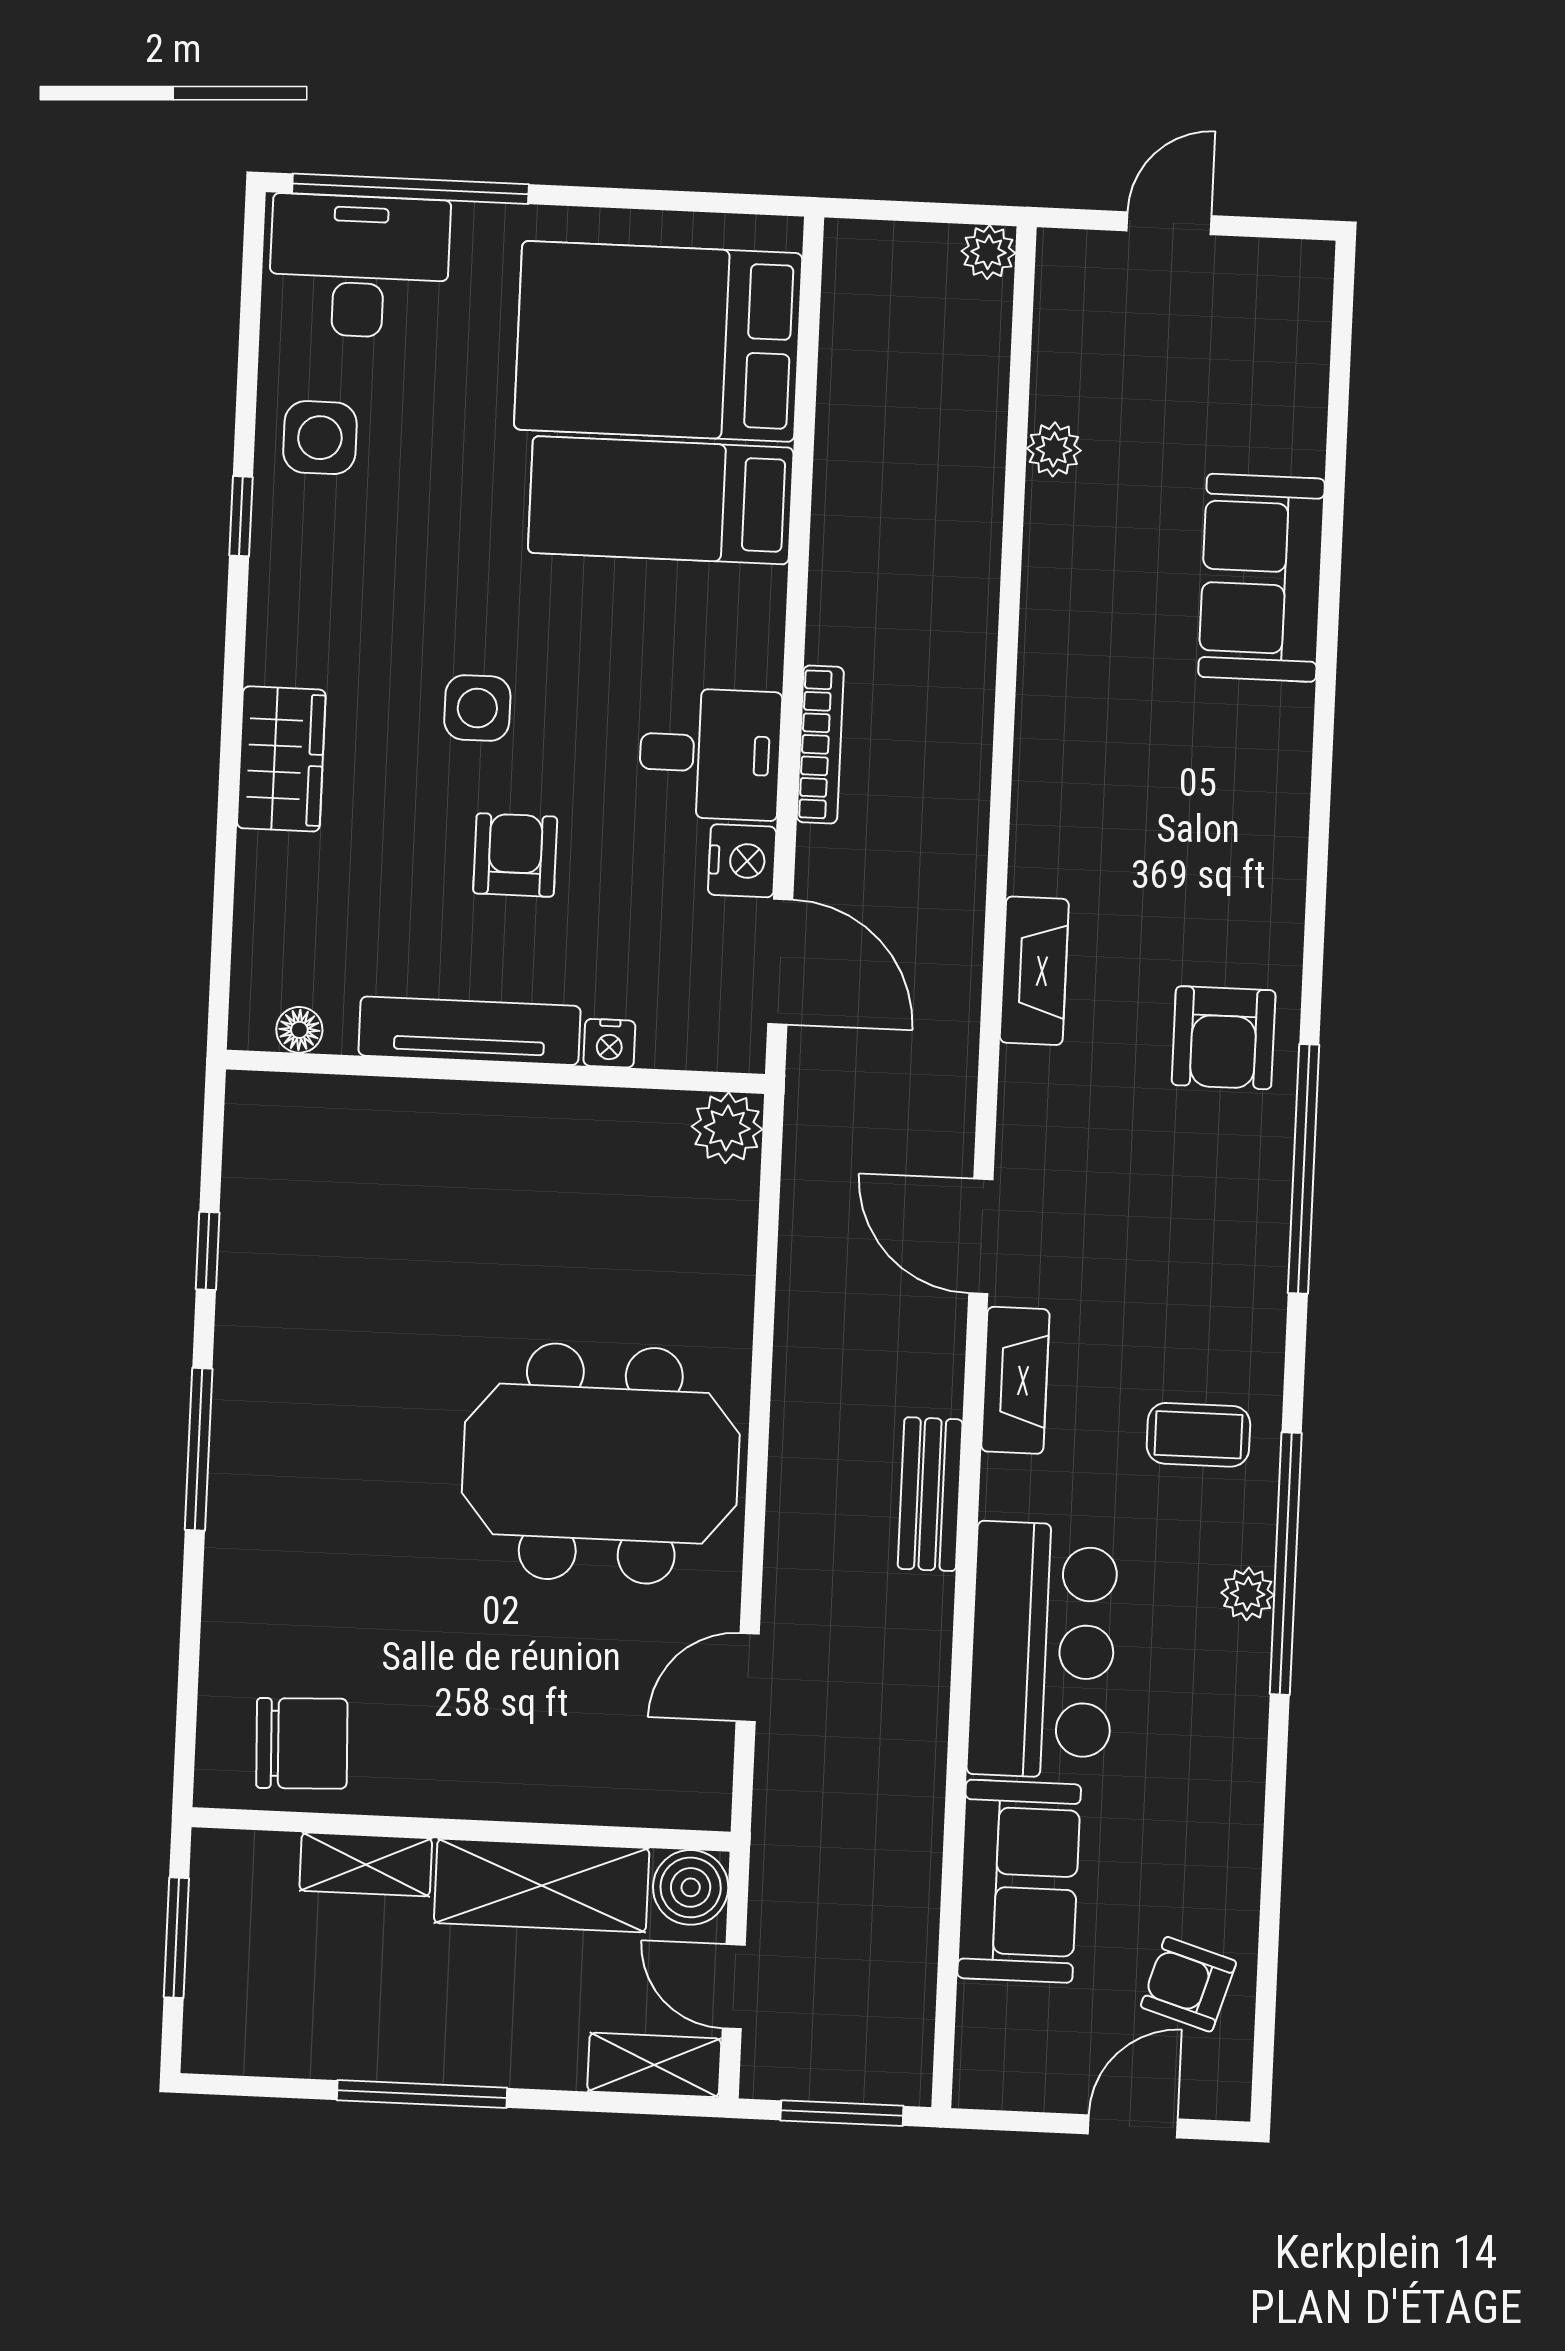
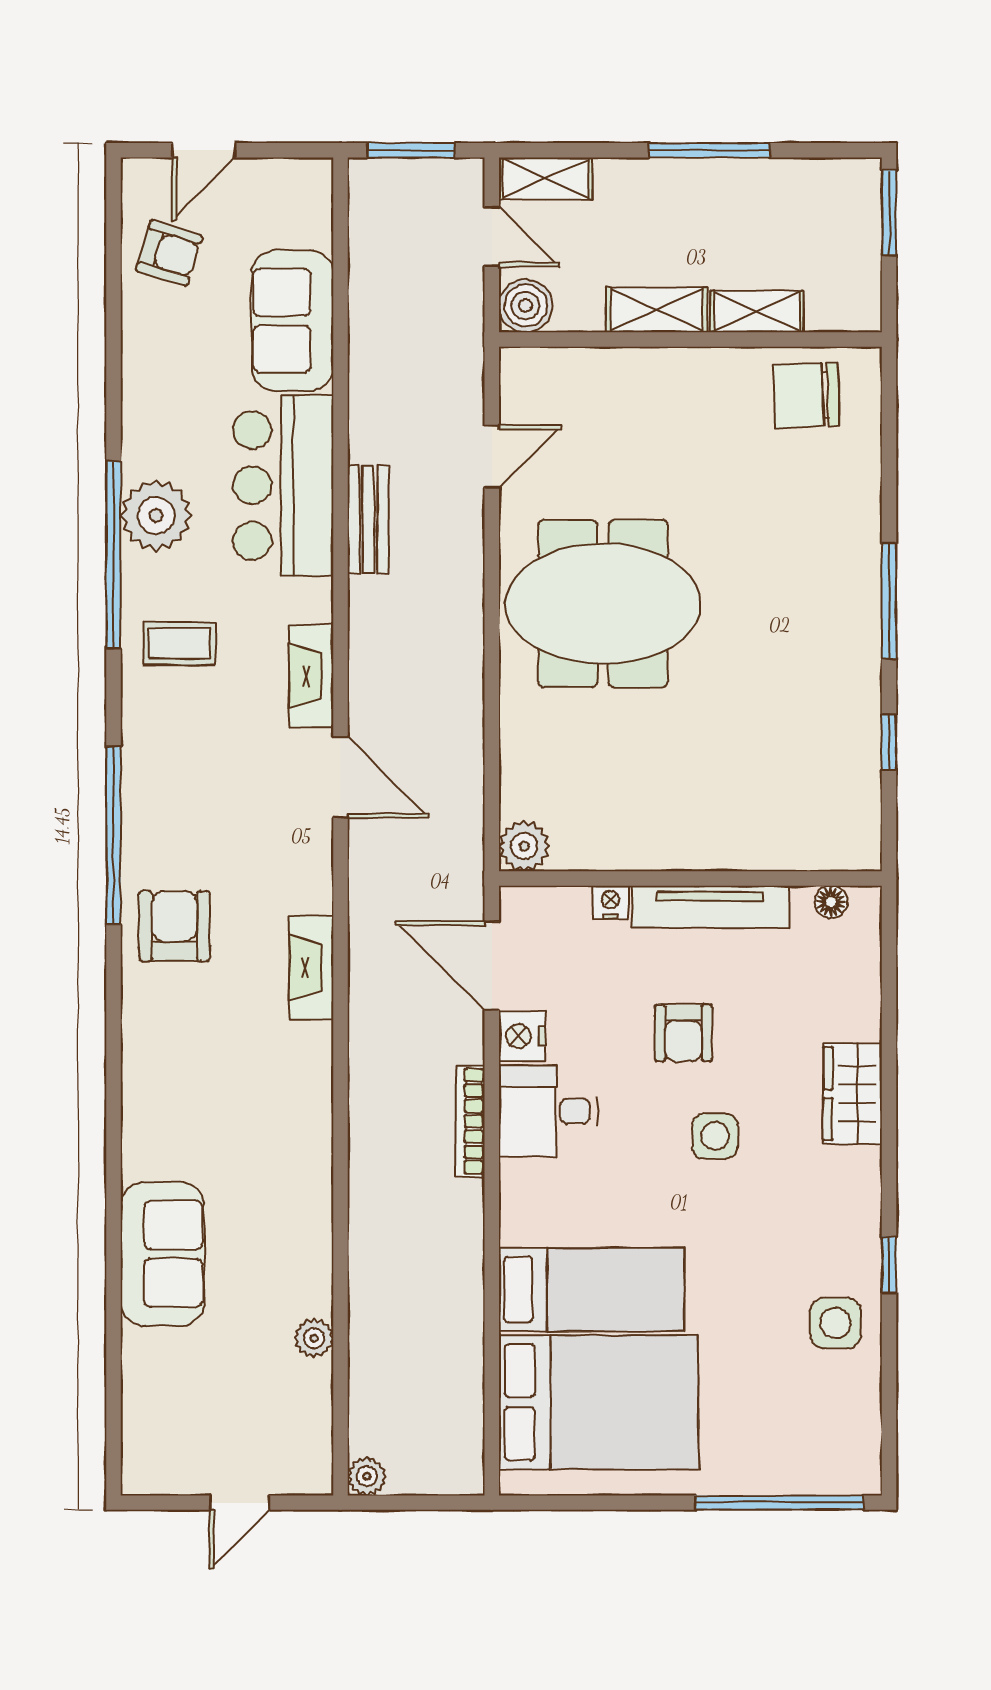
desk: (359, 266) -> (813, 1446), removed
bench: (930, 1494) -> (368, 519), moved
plant: (1248, 1594) -> (156, 515), width x1.87, depth x1.87
shelving: (542, 1886) -> (657, 310), width x0.67, depth x0.75
window: (176, 1938) -> (889, 213), moved

